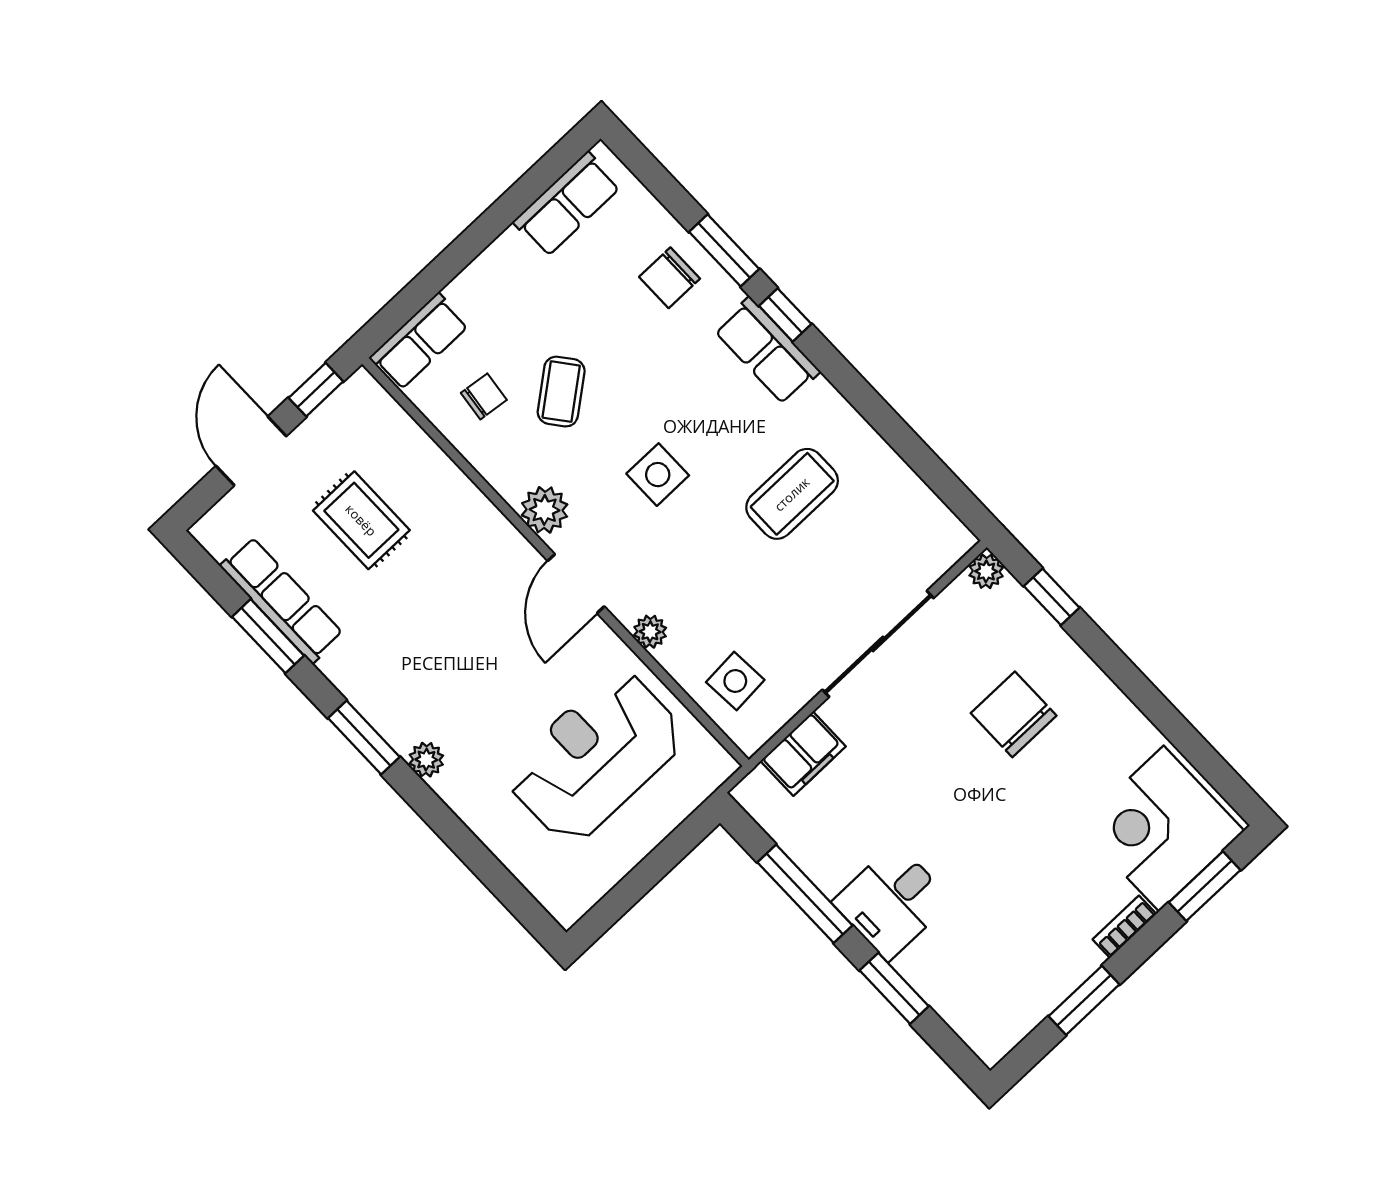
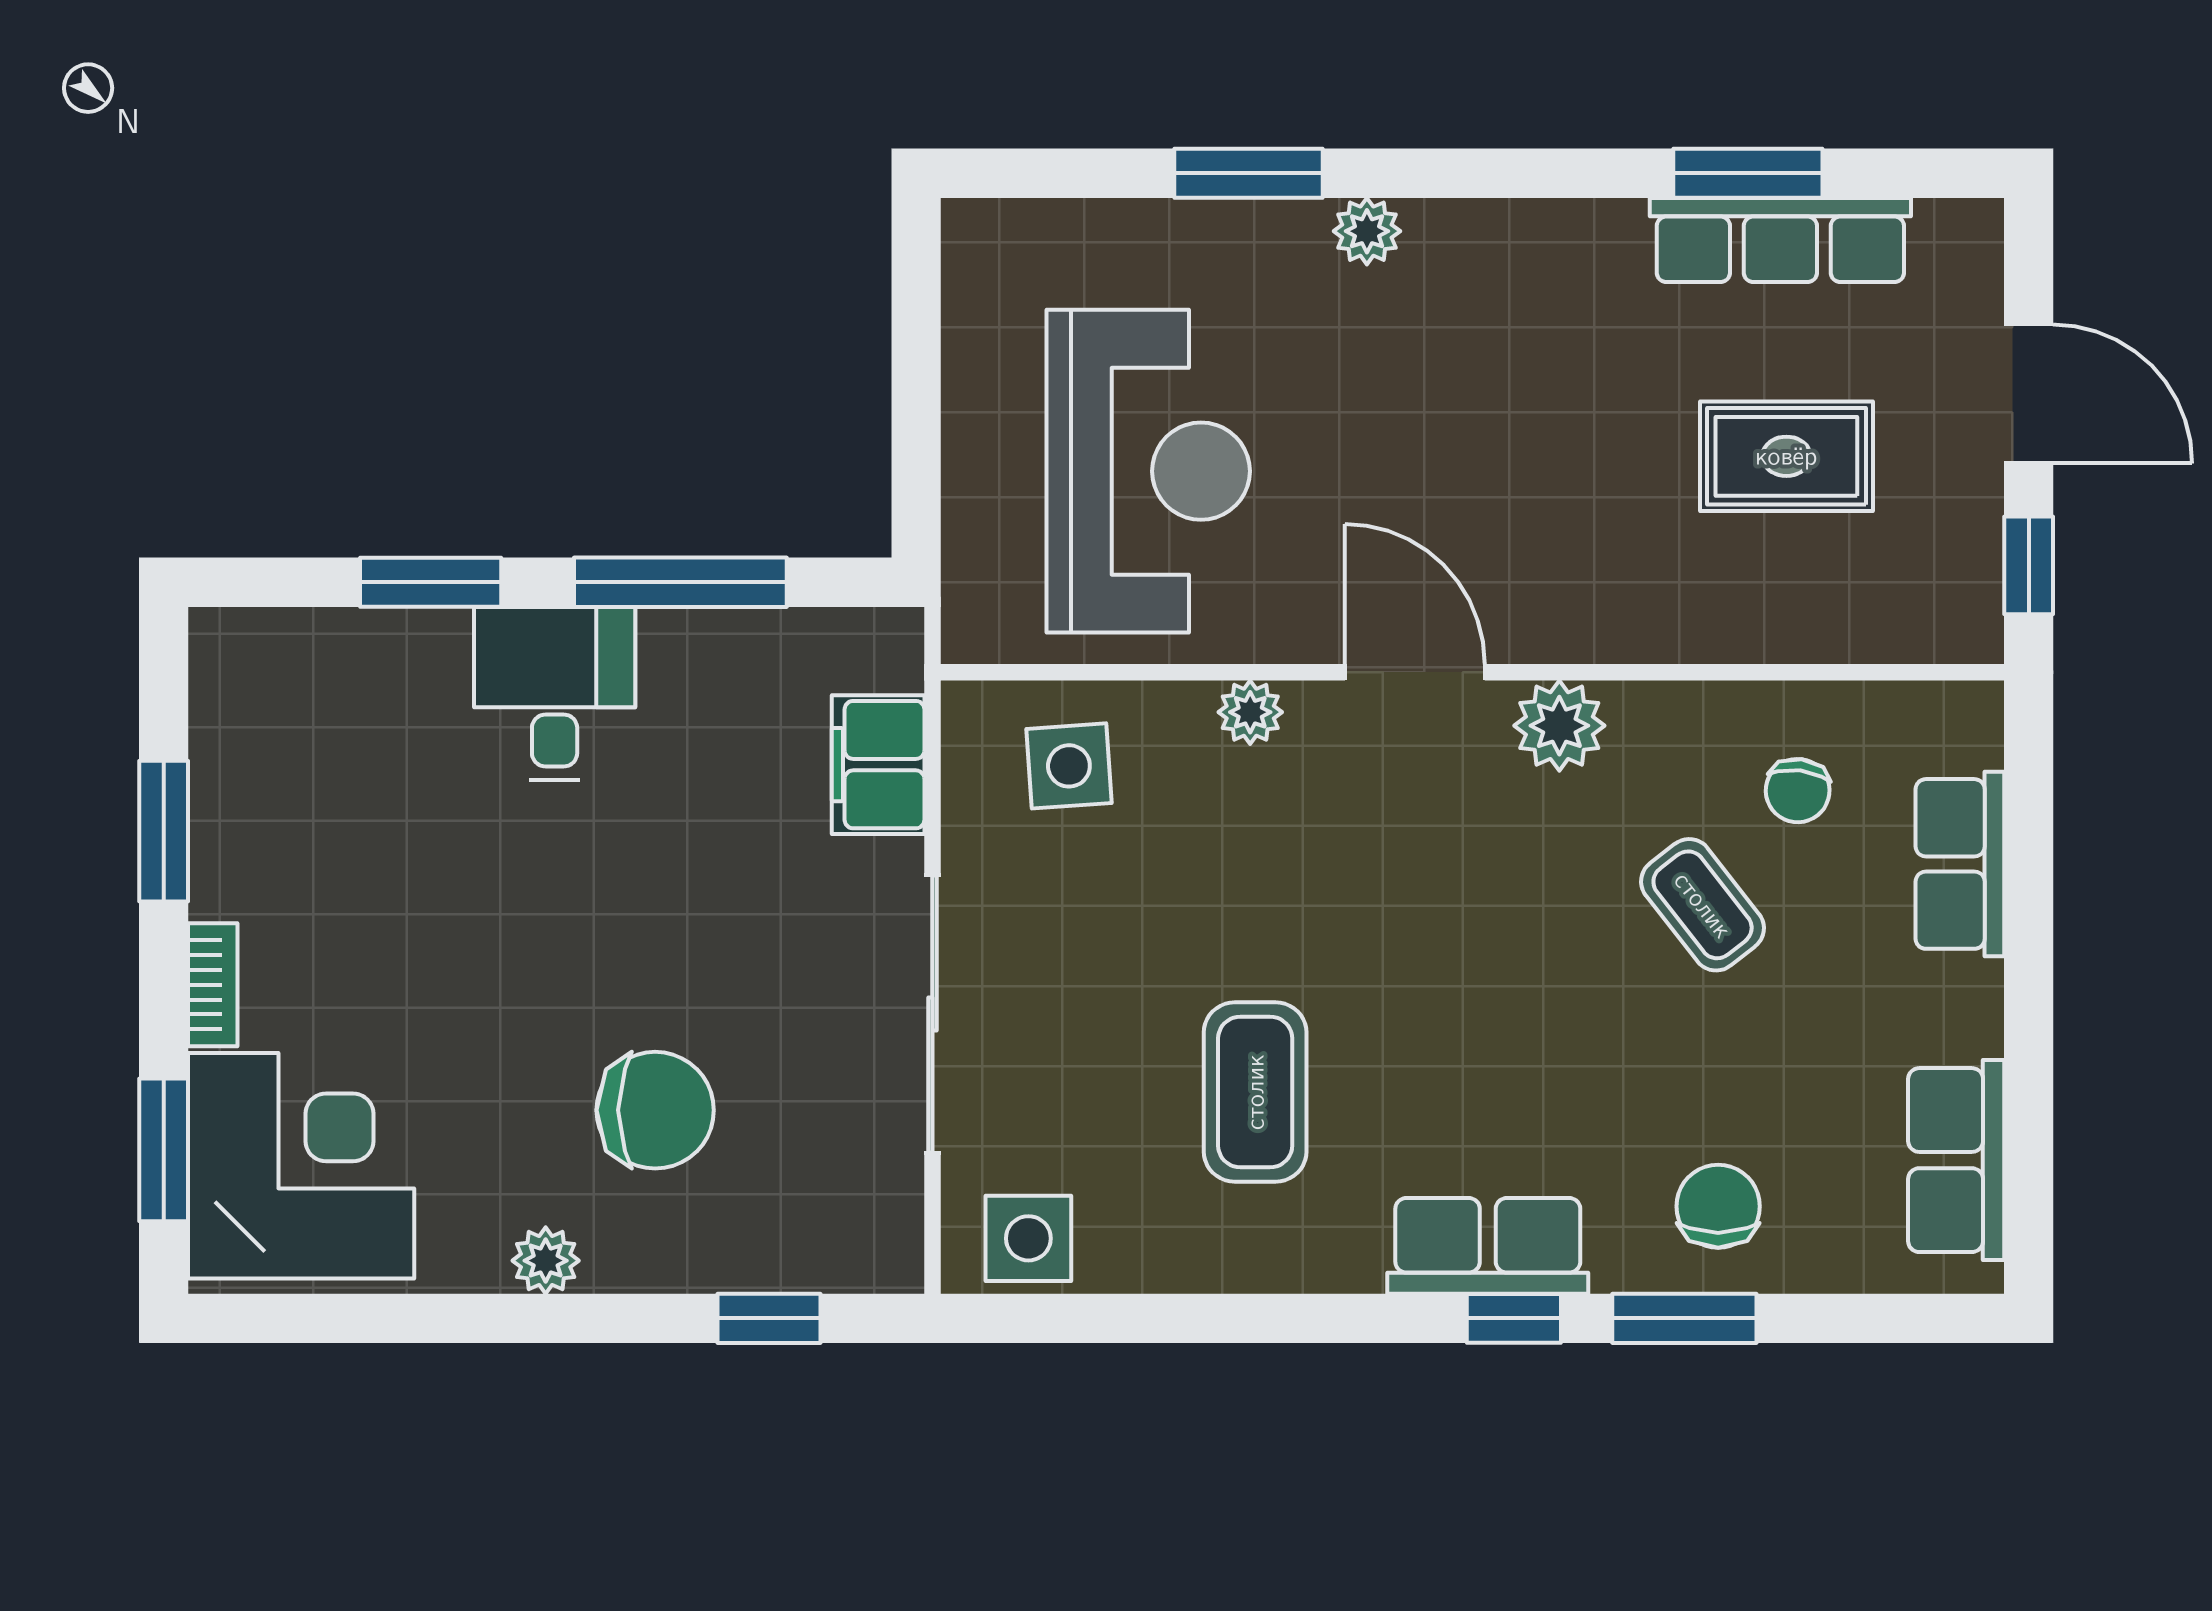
row of seats: (419, 341) -> (1960, 864), moved
side table: (658, 475) -> (1028, 1238), moved
plant: (986, 571) -> (546, 1261), moved
window: (364, 737) -> (1249, 173), moved

